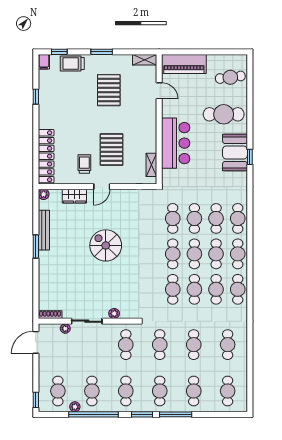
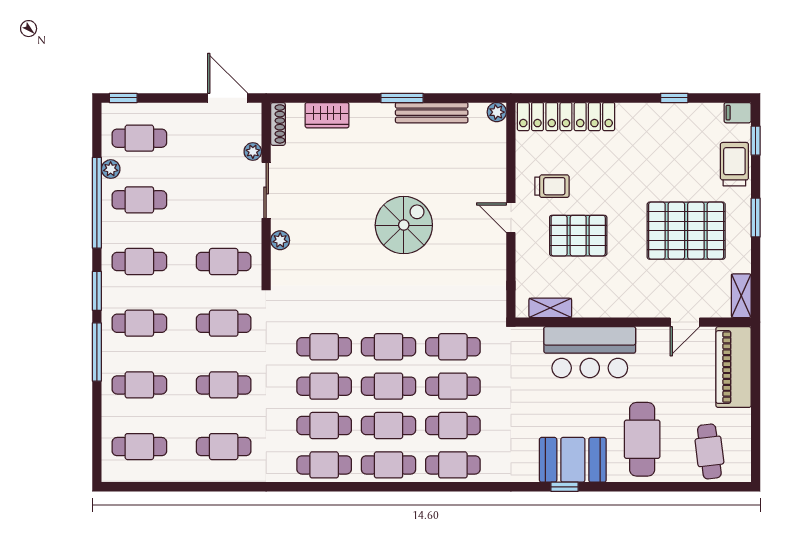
pallet: (109, 90) -> (686, 231), width x1.37, depth x1.41
wardrobe: (74, 196) -> (327, 115), moved, turned -90

